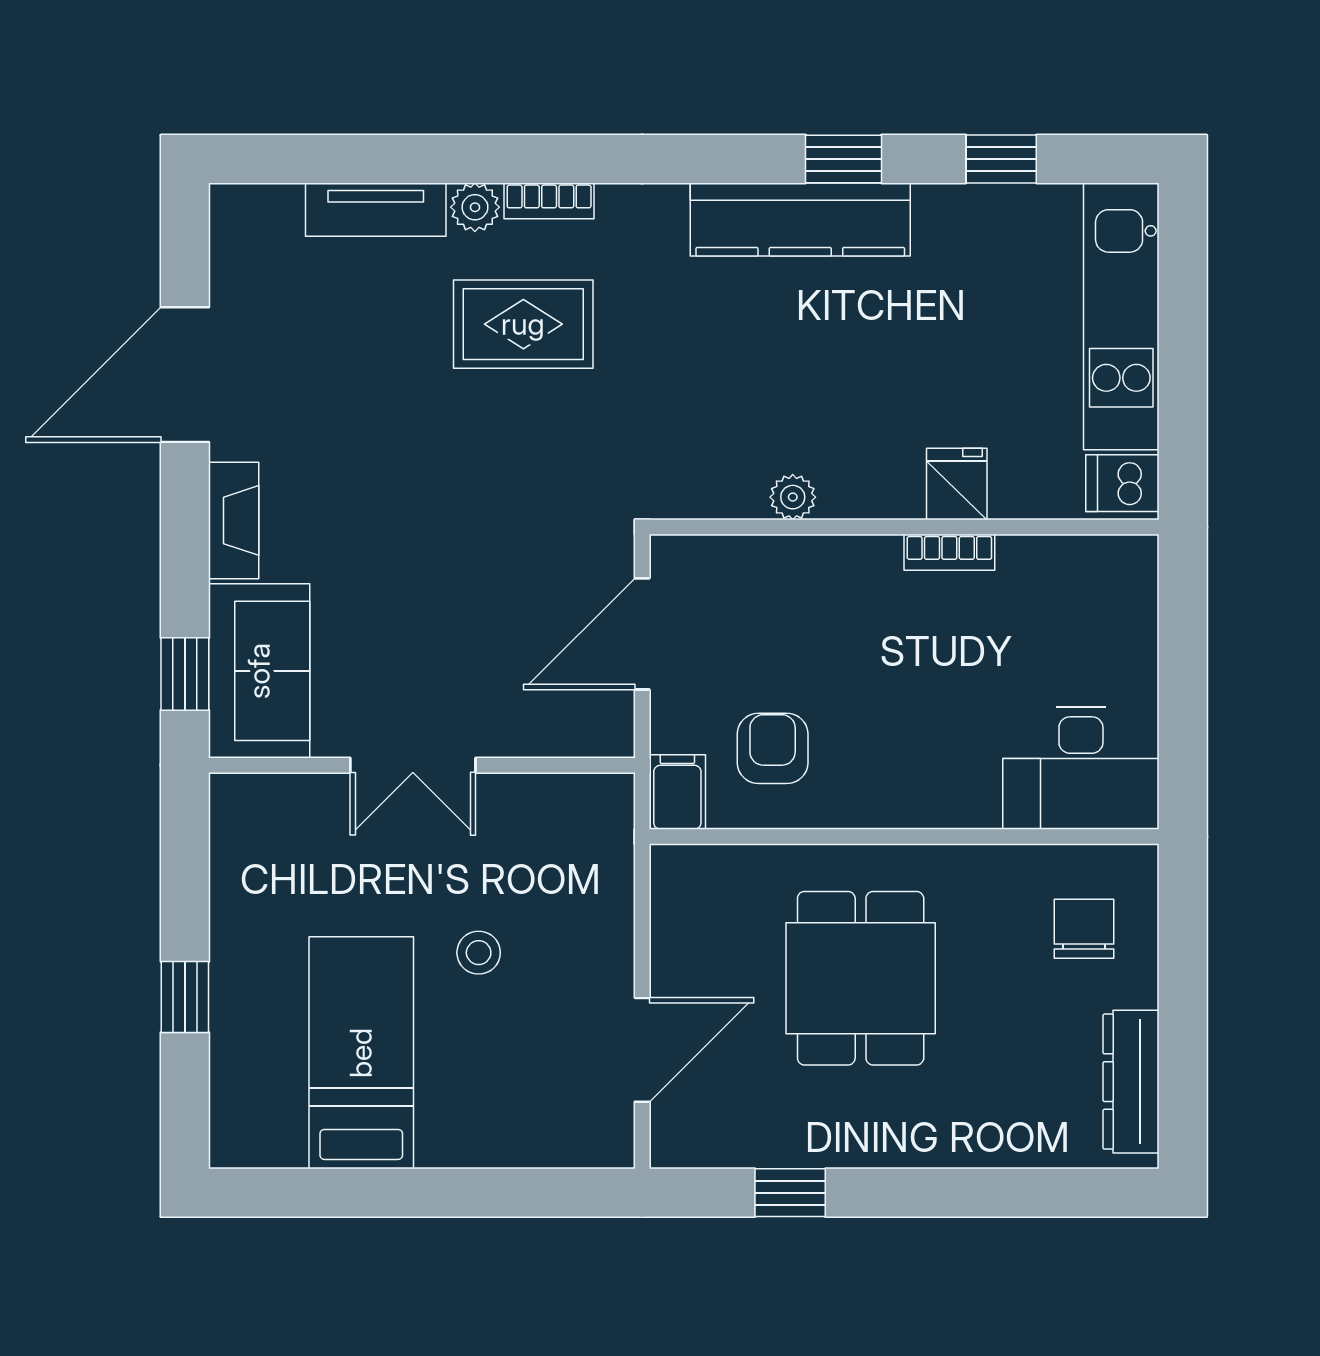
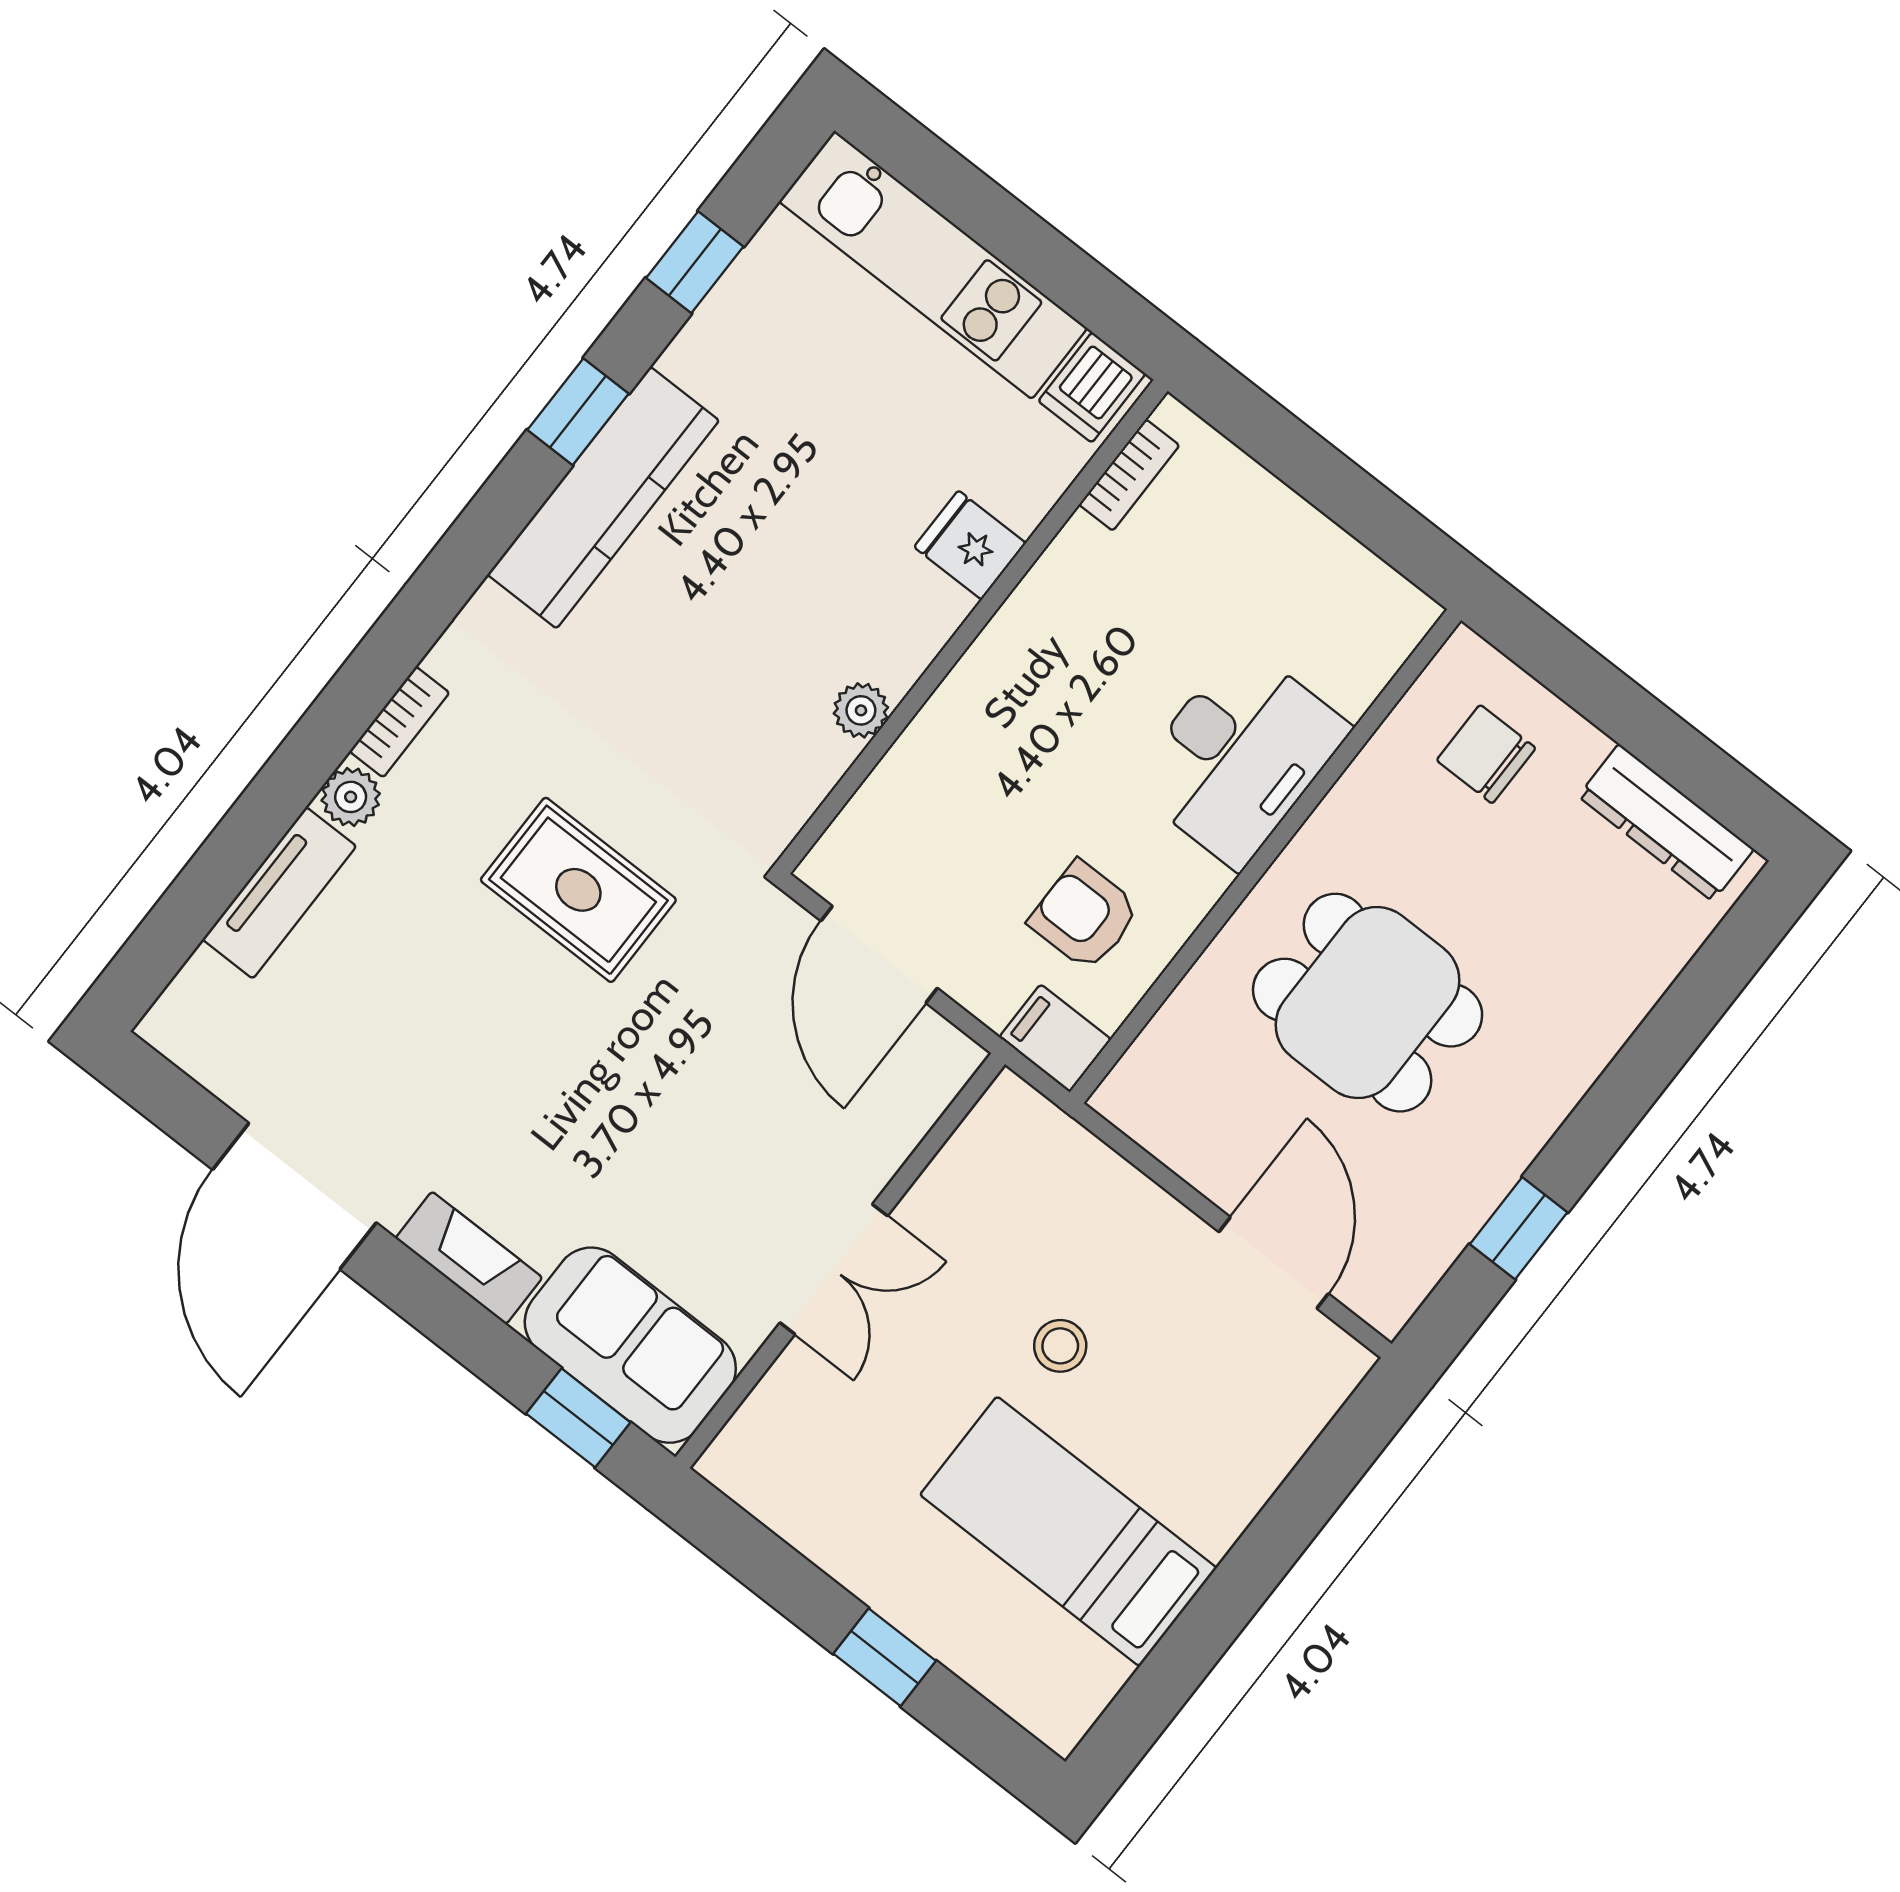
rug: (523, 324) -> (578, 890), moved, turned 90
bookcase: (949, 552) -> (1129, 475), moved
desk: (1081, 768) -> (1239, 756), moved

